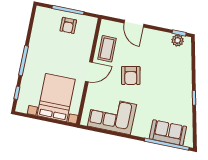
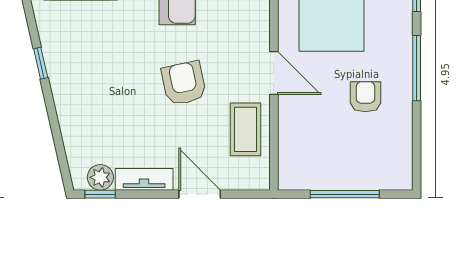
armchair: (68, 25) -> (365, 97), moved
tv unit: (158, 36) -> (144, 179), added
door: (89, 72) -> (274, 73), swing flipped

